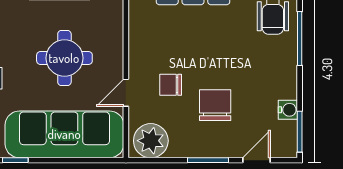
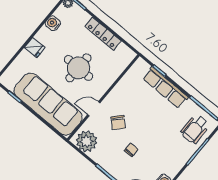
chair: (171, 85) -> (118, 123), turned -137
chair: (215, 105) -> (131, 150), width x0.54, depth x0.54

